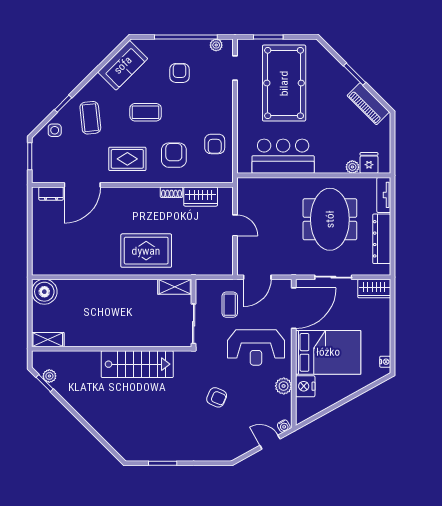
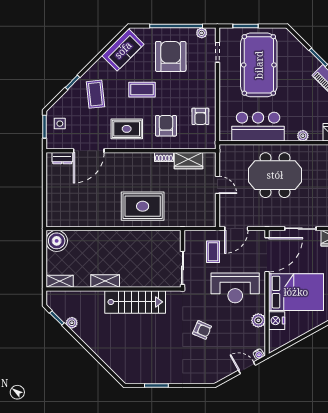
armchair: (179, 73) -> (171, 56), width x1.88, depth x1.88
side table: (55, 130) -> (60, 124), moved
plant: (352, 167) -> (303, 136), moved
meeting table: (330, 219) -> (275, 175), moved, turned 90
shelving: (175, 287) -> (105, 281), moved
plant: (49, 376) -> (72, 323), moved

